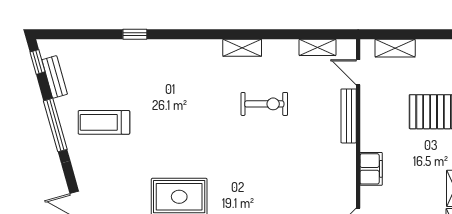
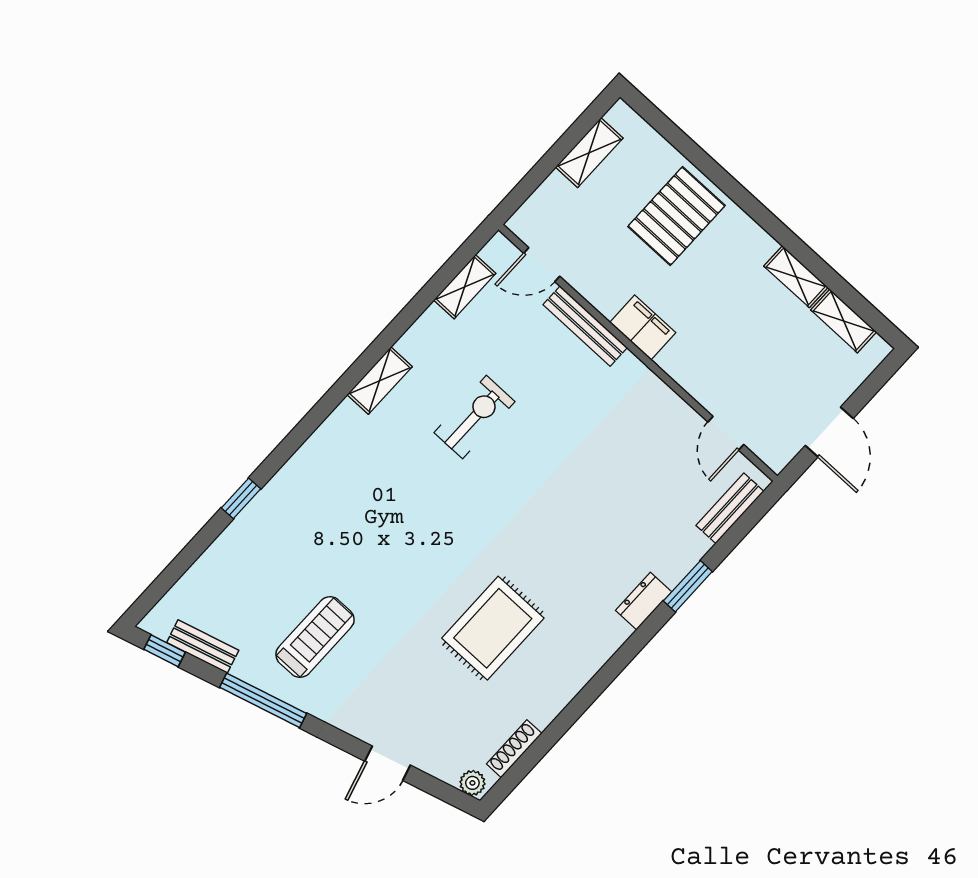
shelving: (395, 48) -> (589, 153), moved
treadmill: (104, 122) -> (315, 637), turned 180
filing cabinet: (371, 169) -> (643, 328), moved

